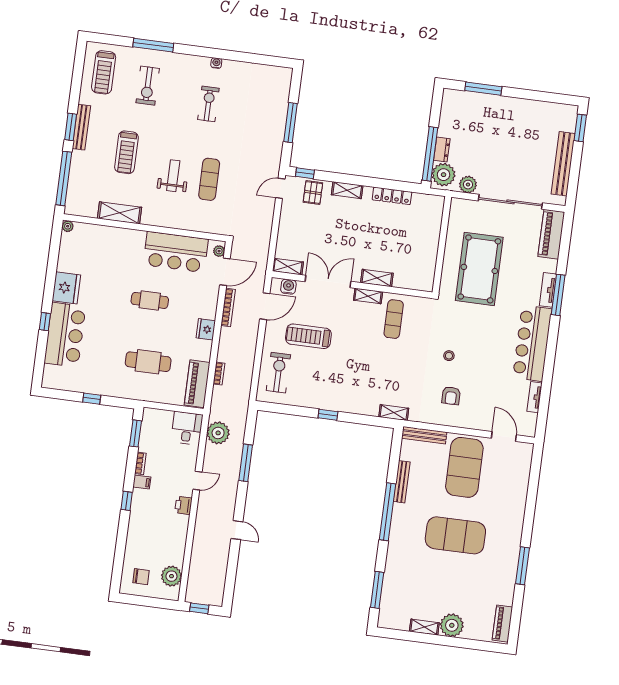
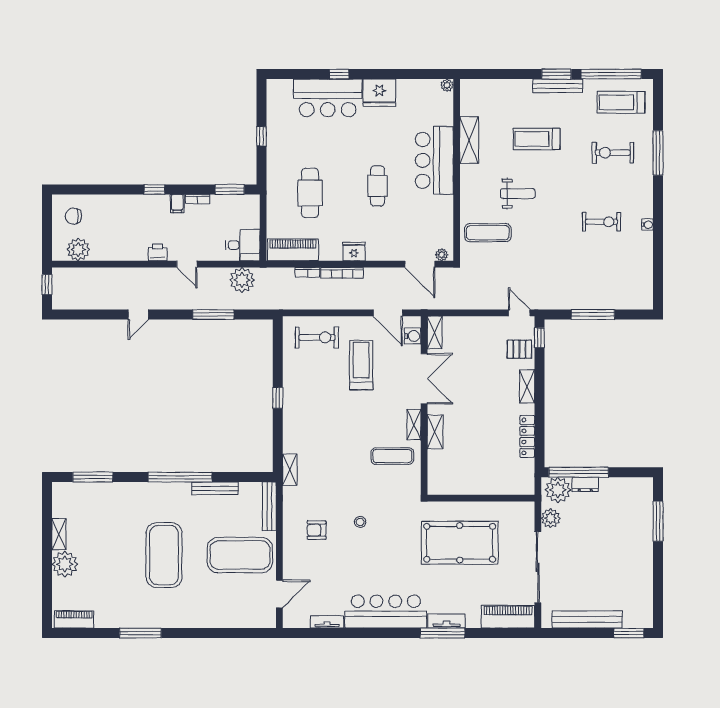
window: (64, 178) -> (611, 74), moved
exercise mat: (209, 179) -> (488, 233), moved
bar counter: (176, 252) -> (434, 160), moved
bookcase: (228, 307) -> (342, 273), moved
chair: (141, 577) -> (73, 216), turned 90

